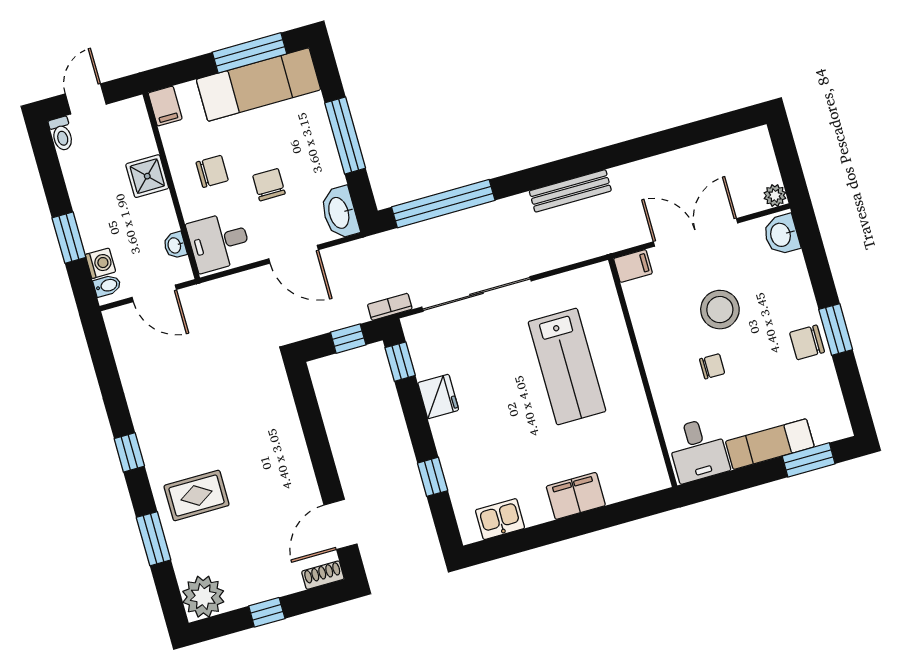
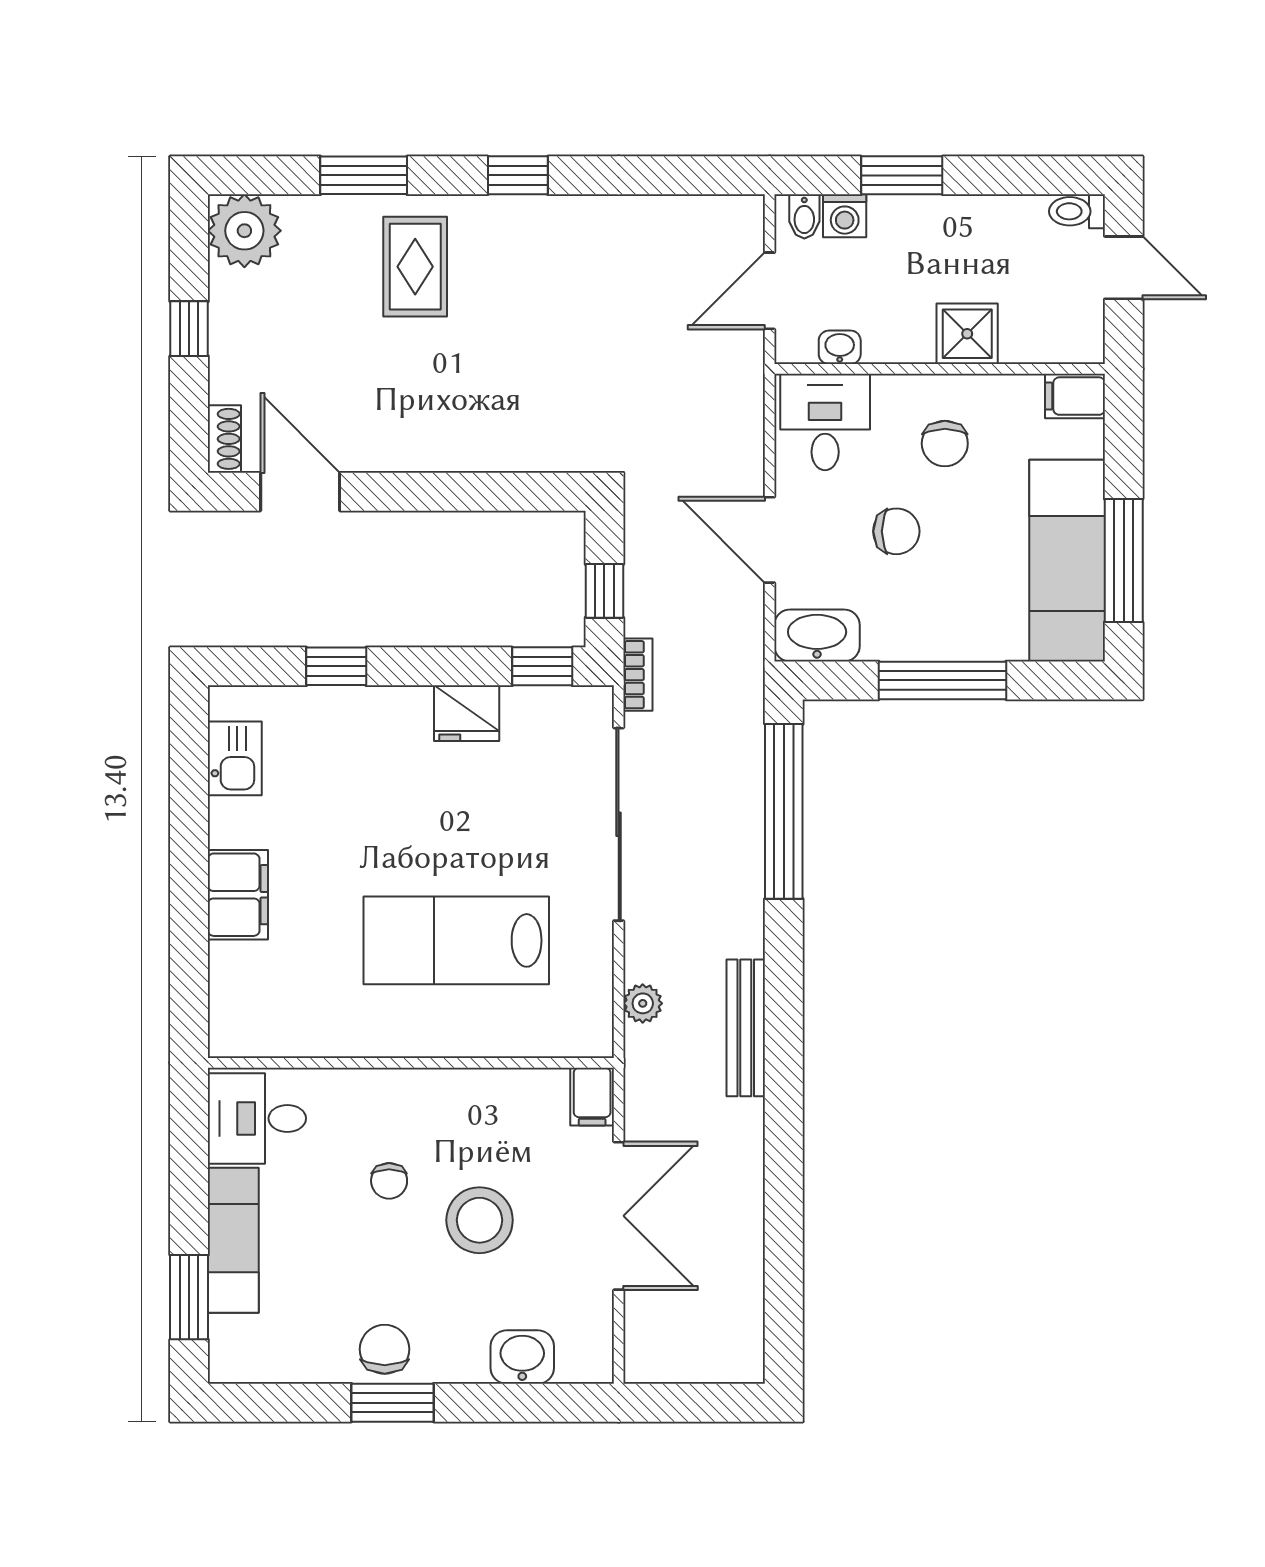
plant: (775, 196) -> (643, 1003), moved
washbasin: (781, 235) -> (522, 1357), moved
door: (294, 254) -> (770, 540), hinge flipped

